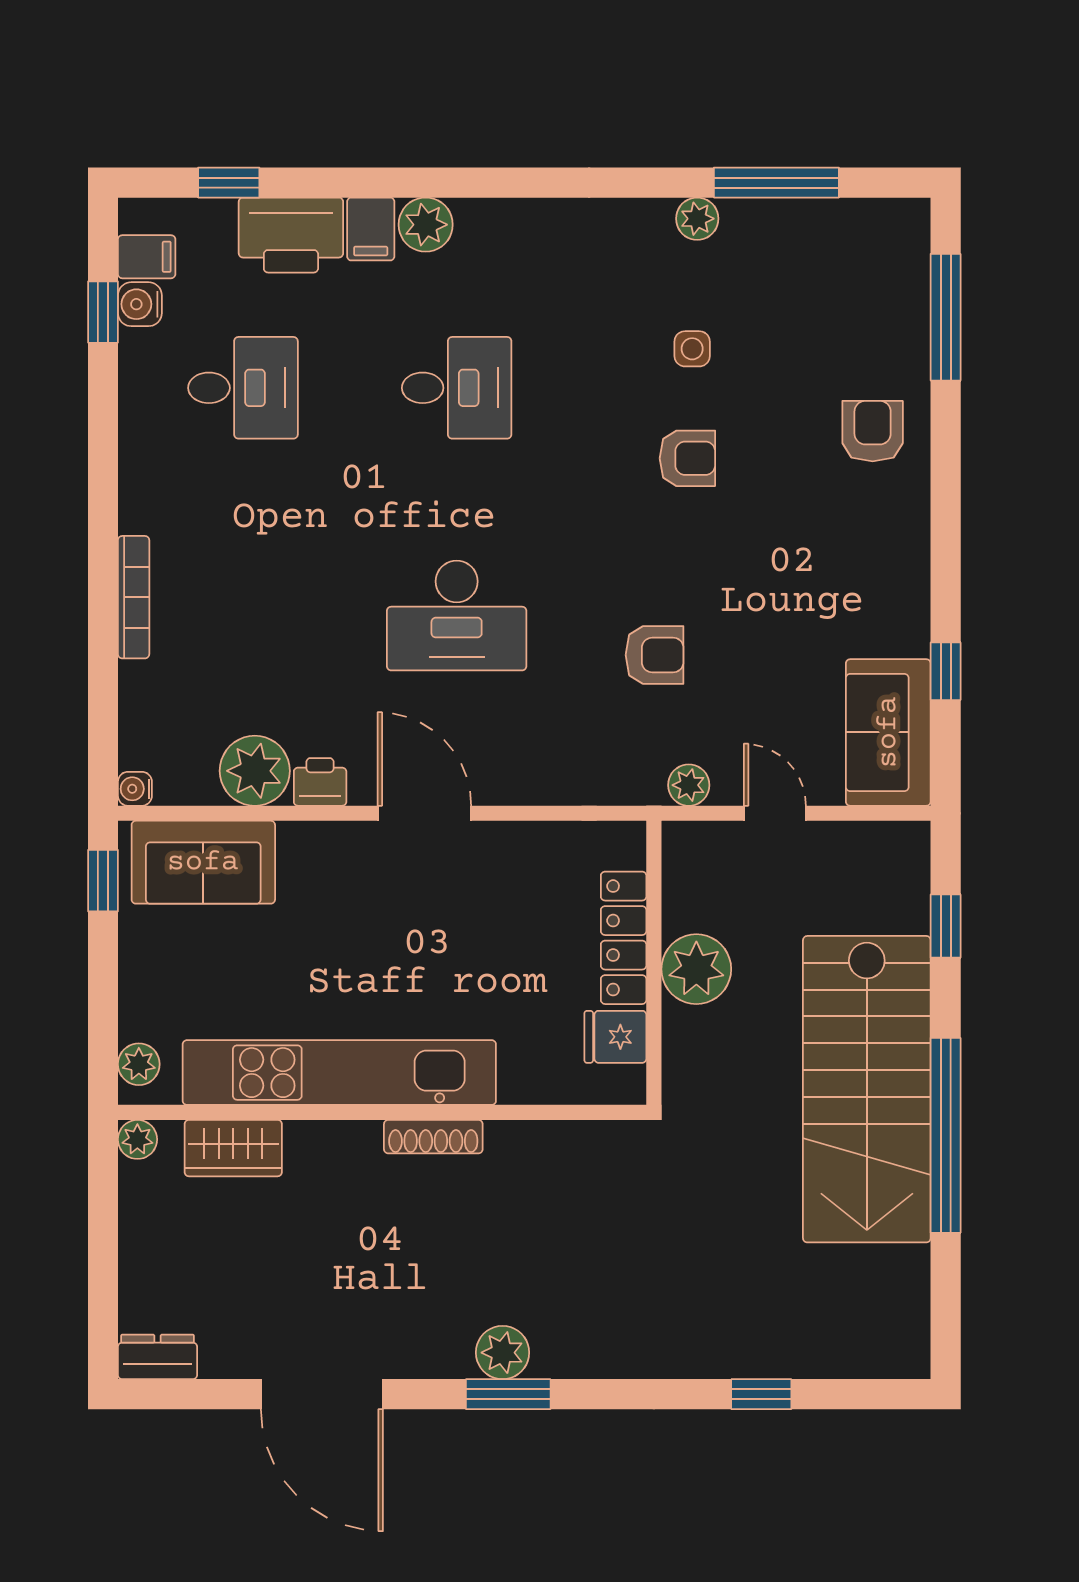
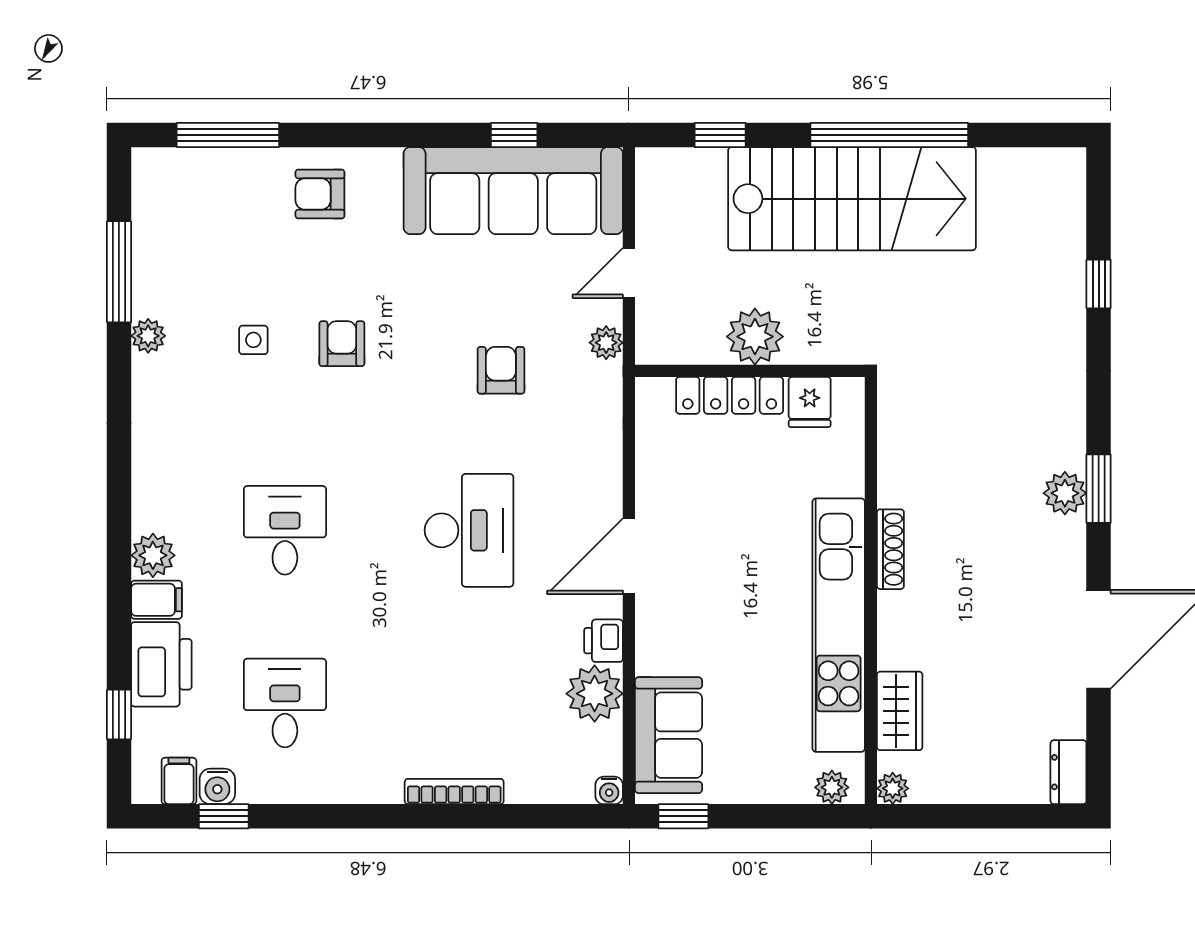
sofa: (888, 732) -> (513, 191), width x1.85, depth x1.27

